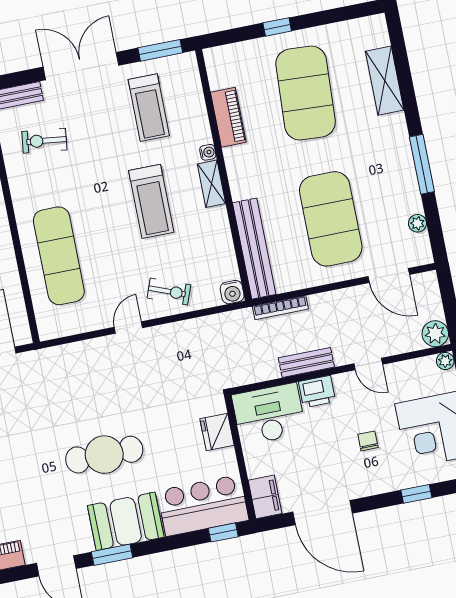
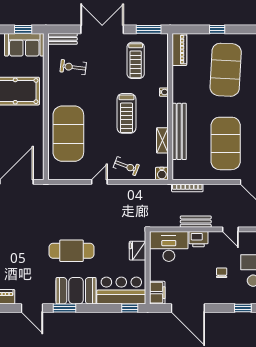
piano: (228, 117) -> (179, 49), moved
shelving: (211, 184) -> (162, 140), moved
bench: (254, 249) -> (179, 131), moved
exercise mat: (59, 256) -> (68, 134), width x1.47

